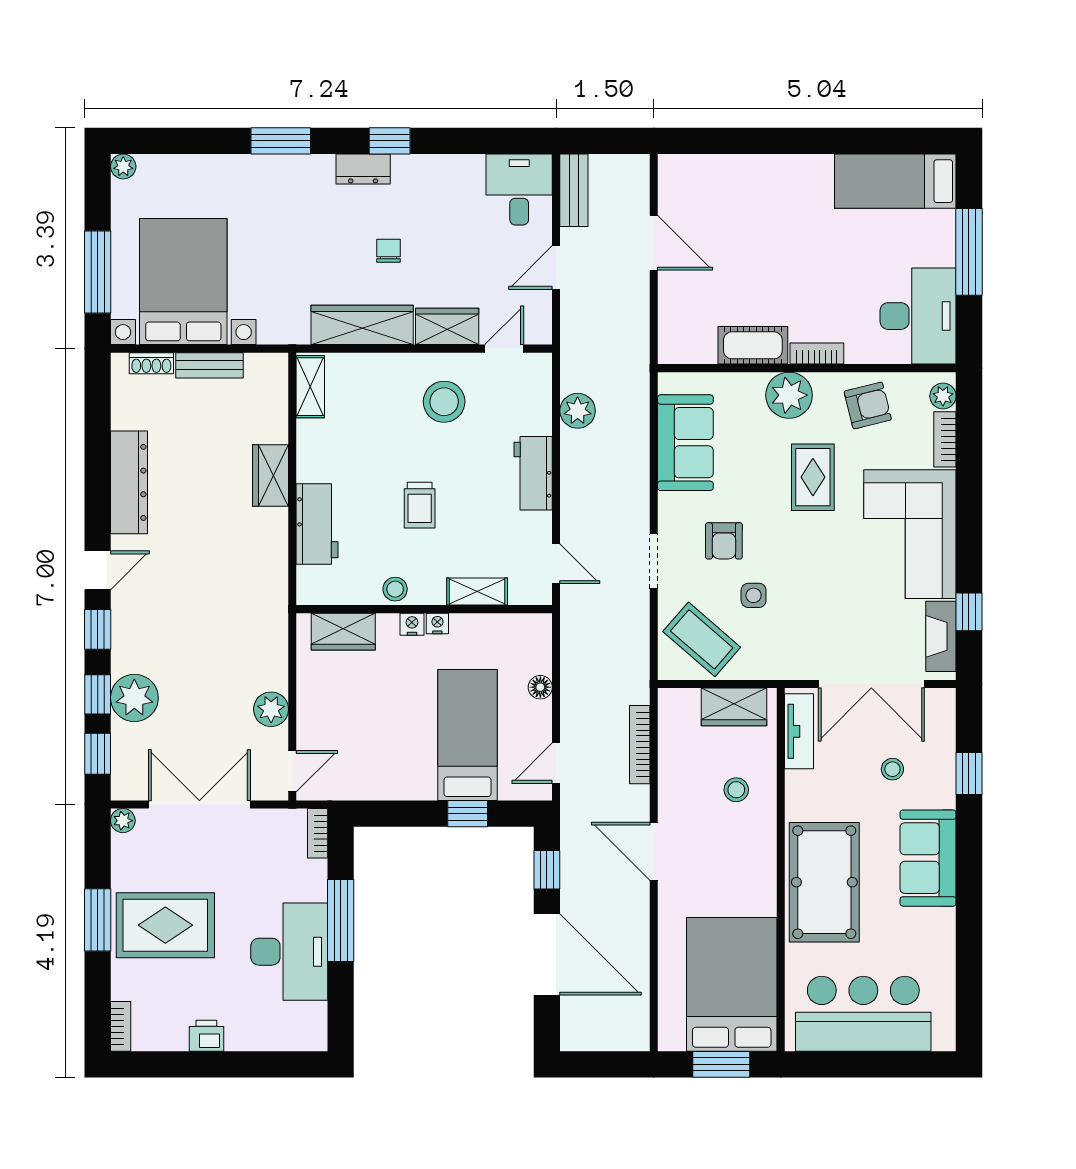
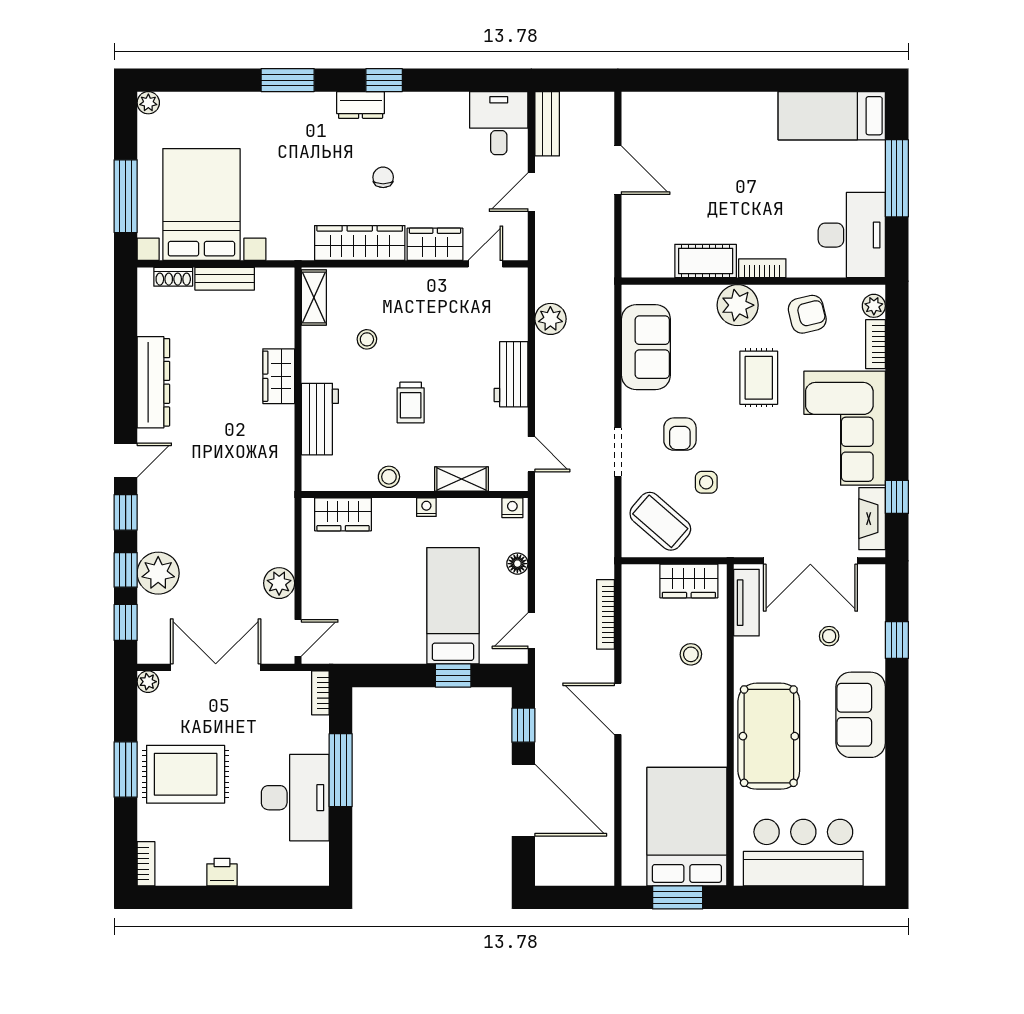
stool: (444, 402) -> (367, 339), moved, width x0.53, depth x0.53
nightstand: (412, 624) -> (512, 508), moved

